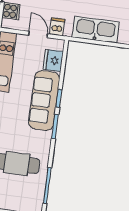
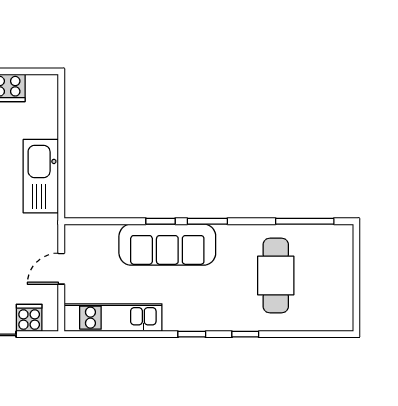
dishwasher: (57, 27) -> (45, 239), removed
fridge: (53, 60) -> (100, 239), removed

